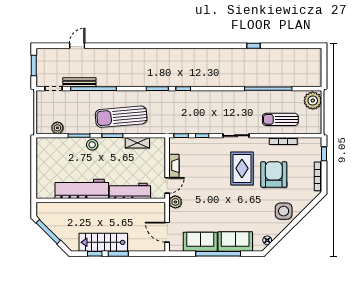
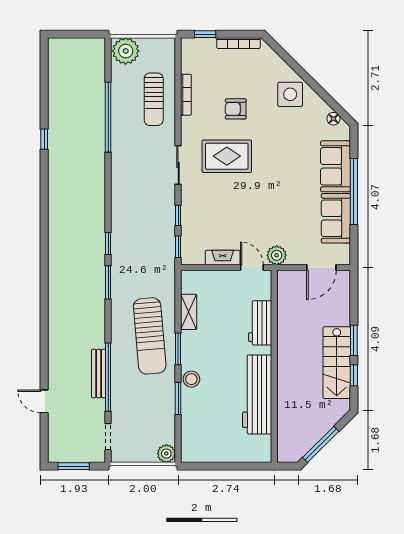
bench: (79, 82) -> (99, 374), moved
plant: (57, 128) -> (166, 454), moved
armchair: (274, 174) -> (236, 109), width x0.53, depth x0.53
workbench: (130, 191) -> (260, 323), width x0.73

